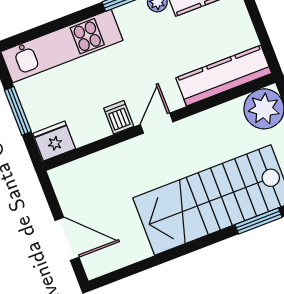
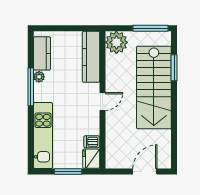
dishwasher: (119, 117) -> (92, 142), moved
door: (157, 123) -> (102, 101), swing flipped

